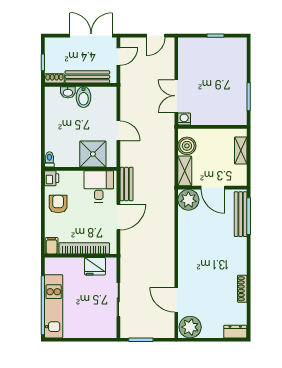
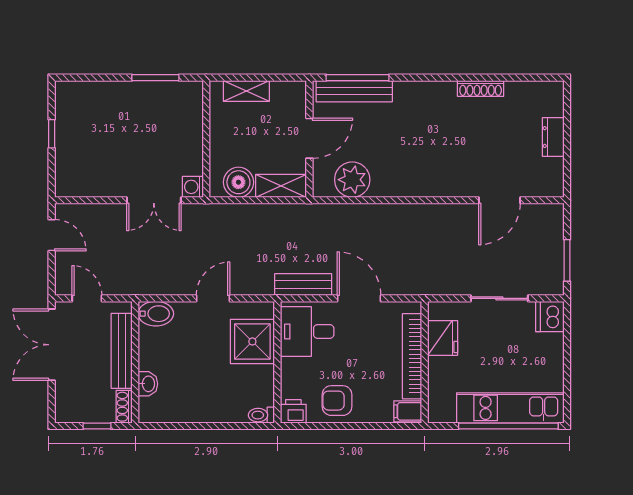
bidet: (84, 97) -> (156, 314), moved
plant: (188, 200) -> (352, 180), moved
plant: (190, 327) -> (546, 177), removed
dishwasher: (108, 330) -> (550, 317), added
dresser: (235, 332) -> (553, 137), moved

